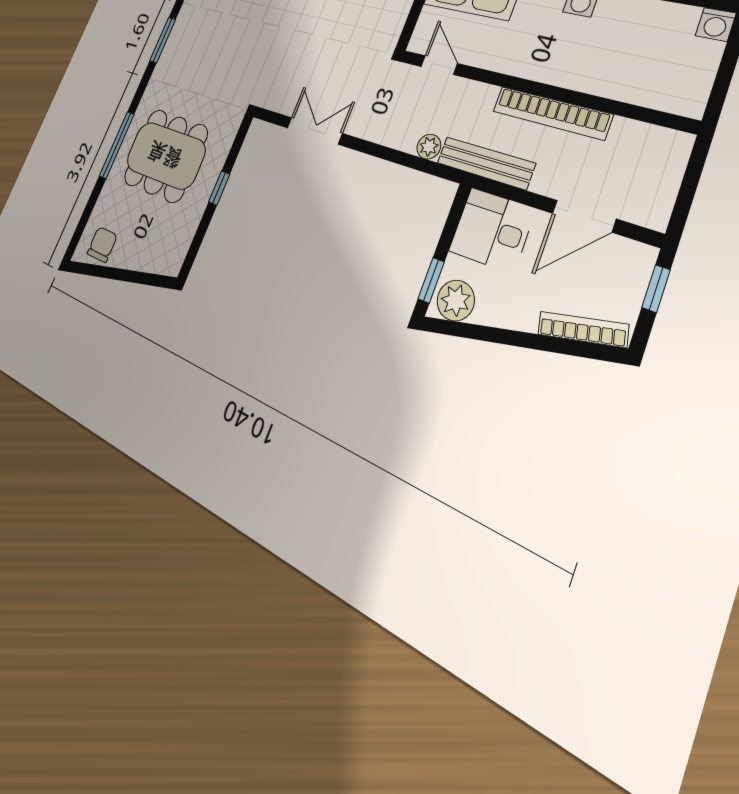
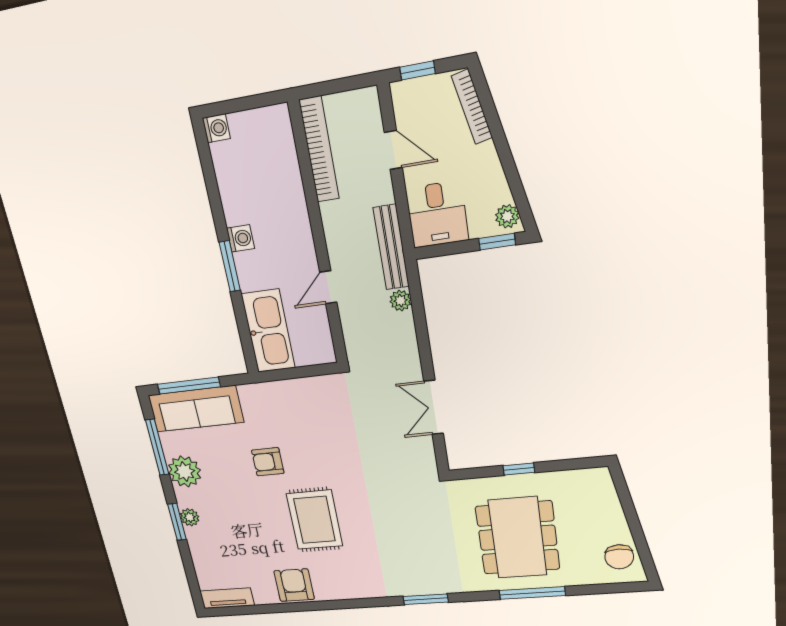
door: (439, 65) -> (328, 287), moved
bookcase: (552, 113) -> (319, 150), moved
door: (584, 216) -> (393, 150), width x0.73
chair: (102, 244) -> (619, 557), turned -90
plant: (456, 300) -> (507, 216), width x0.73, depth x0.73

